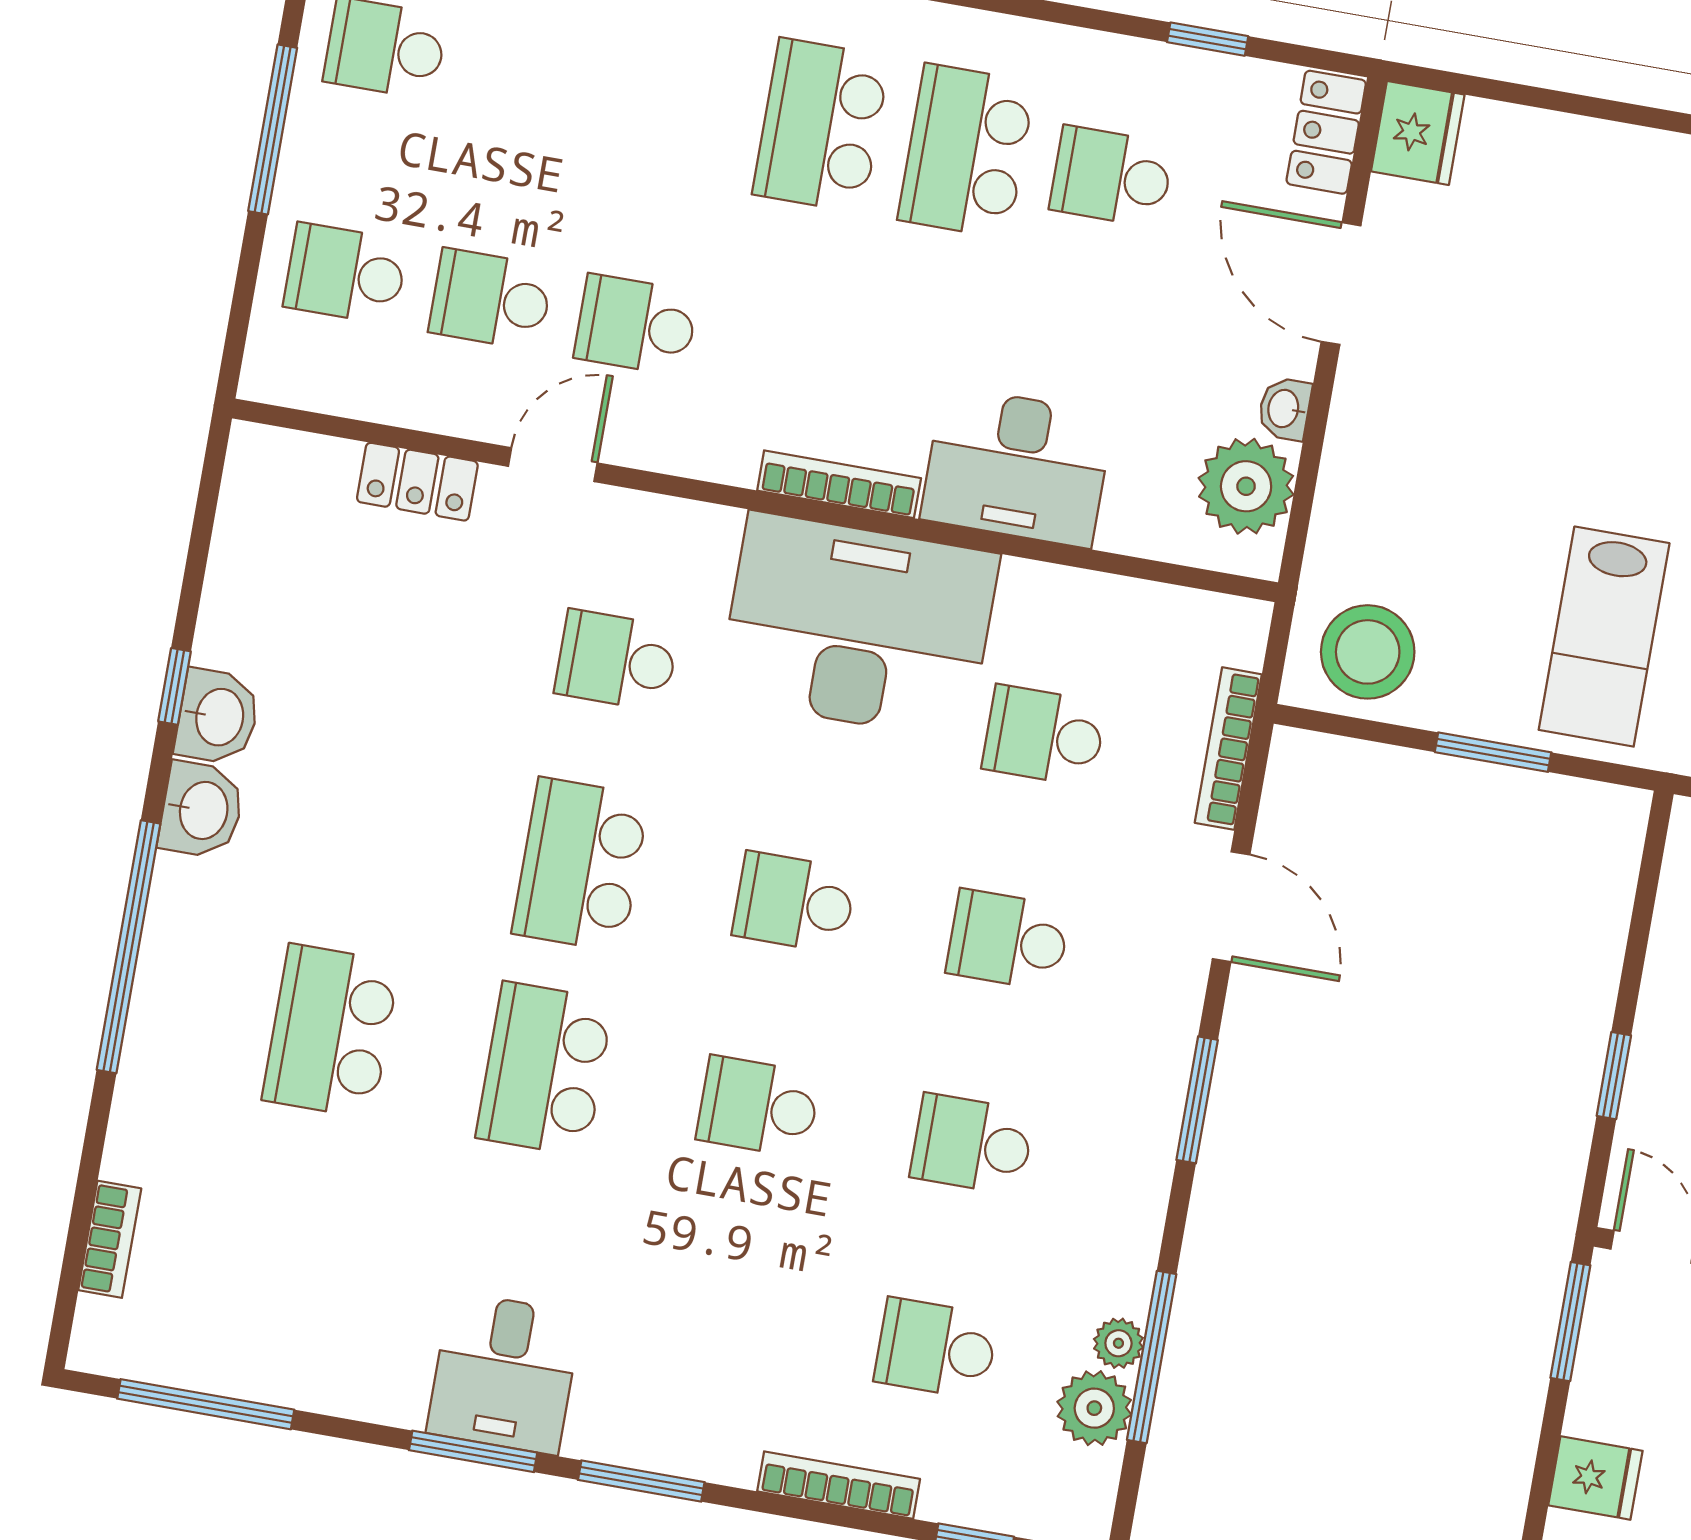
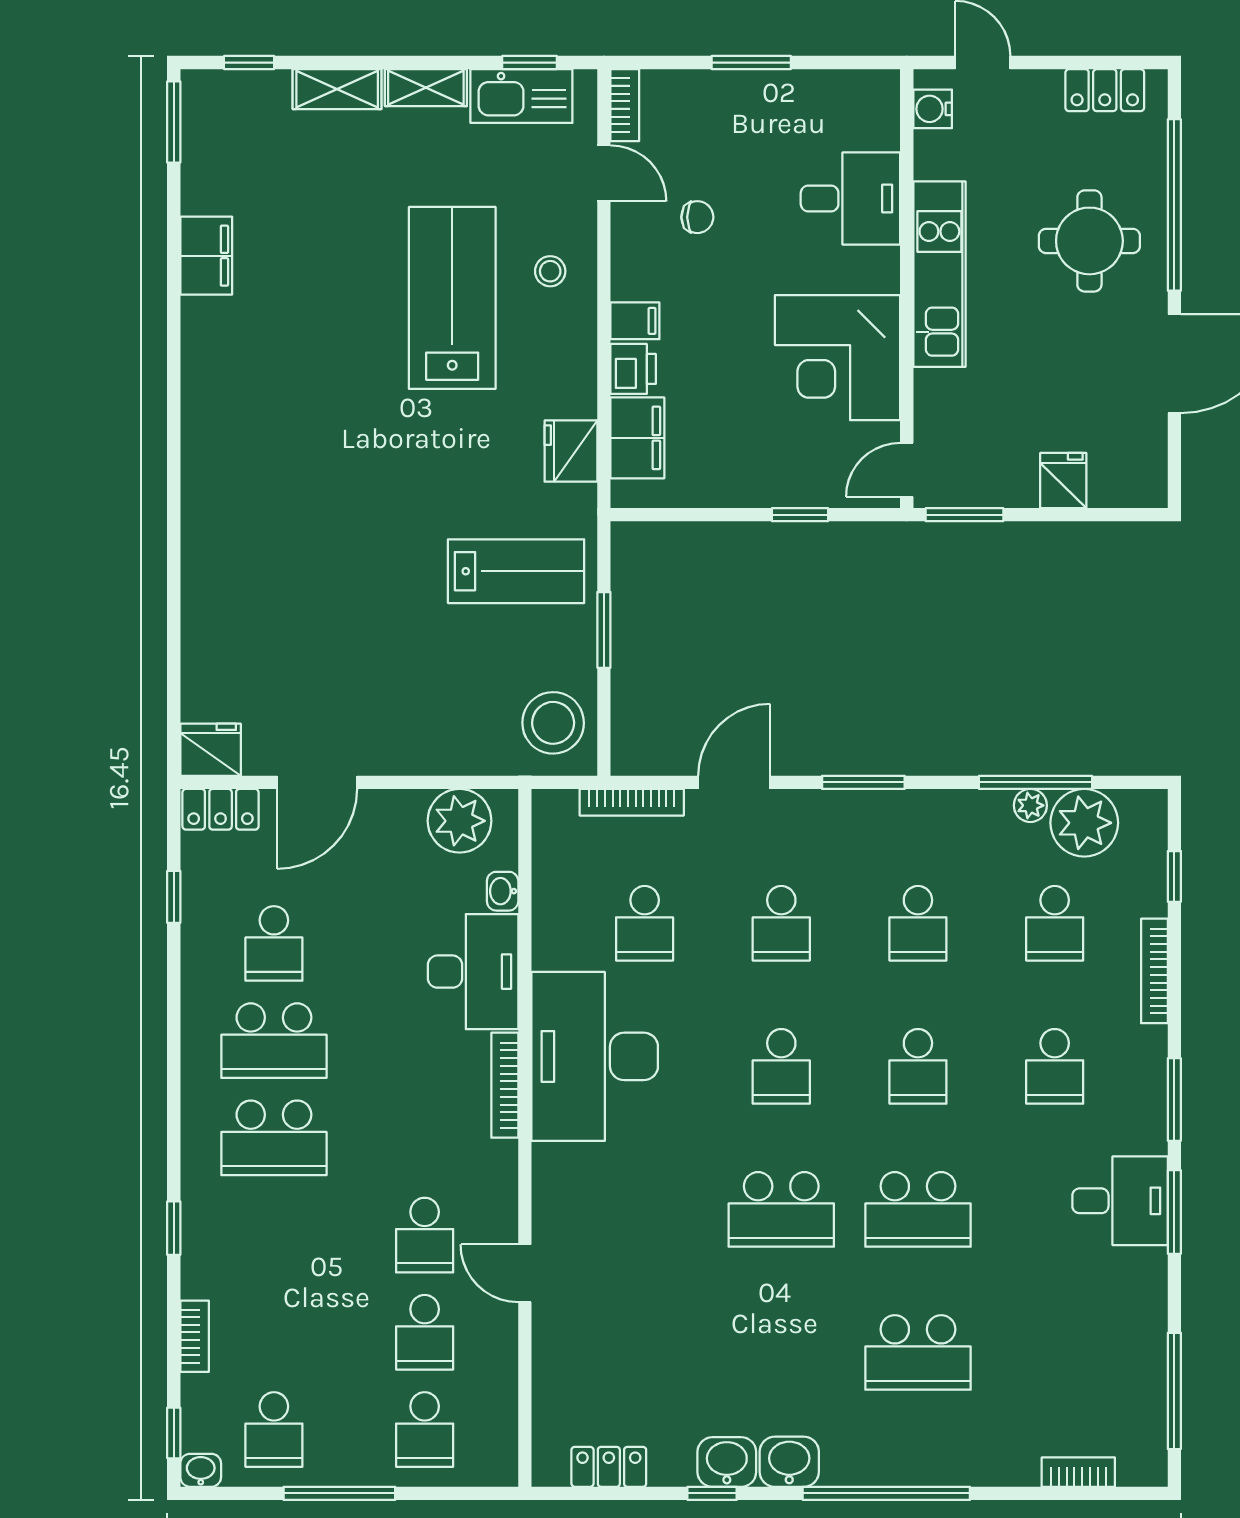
washbasin: (1285, 409) -> (503, 891), moved, turned 90
locker: (417, 482) -> (609, 1467), moved, turned -90
school desk: (617, 660) -> (1055, 1066), moved
plant: (1094, 1408) -> (1084, 823), width x1.36, depth x1.36

